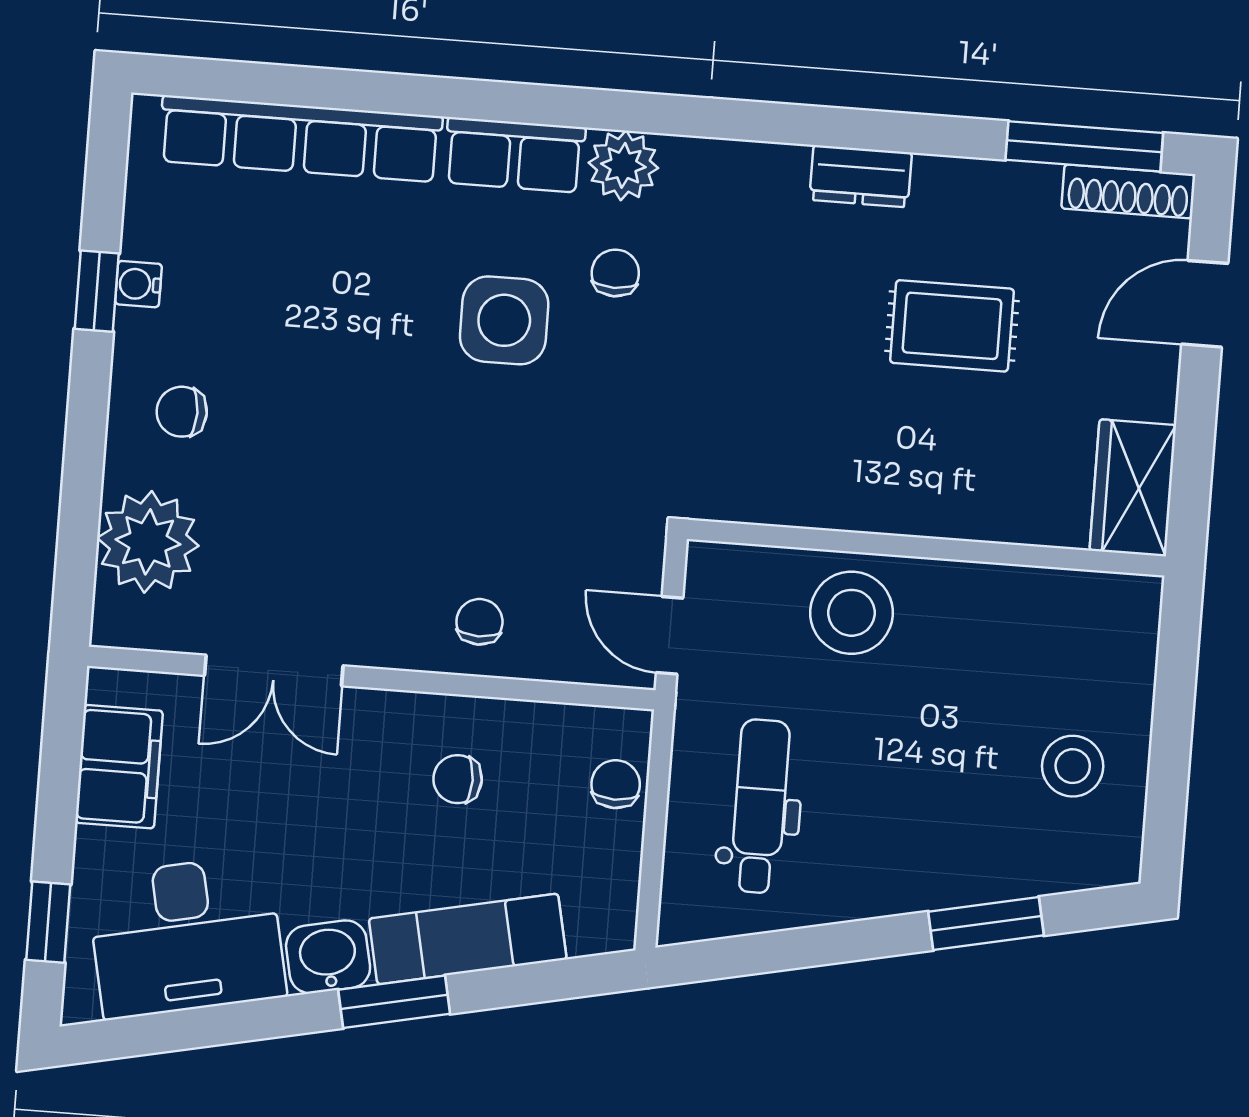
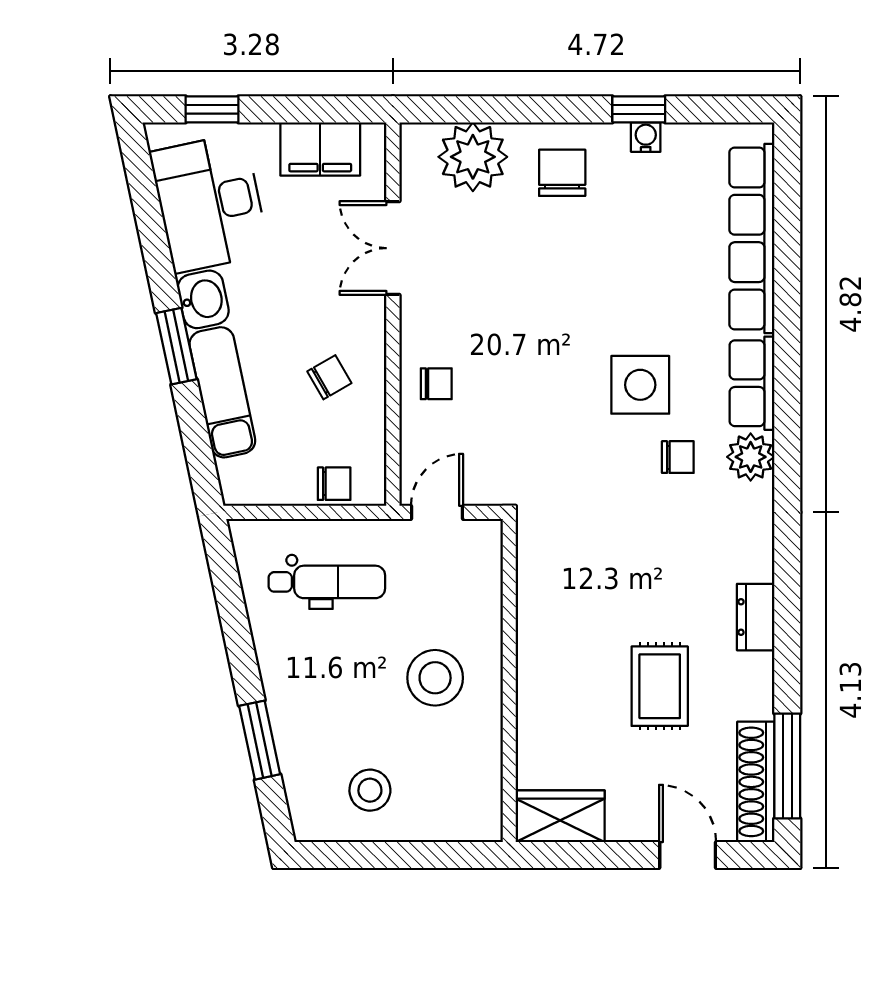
shoe rack: (1128, 191) -> (756, 782), width x1.36, depth x1.24
chair: (182, 412) -> (562, 173), width x1.37, depth x1.37
stool: (852, 613) -> (435, 678), moved
chair: (458, 779) -> (329, 377), turned 60

